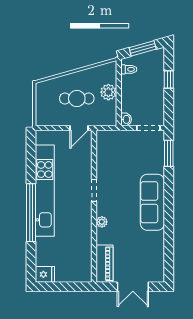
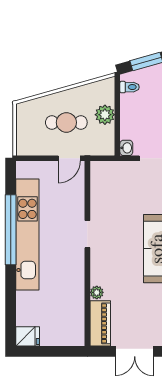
window: (31, 213) -> (11, 230), moved
plant: (102, 222) -> (97, 292), moved

